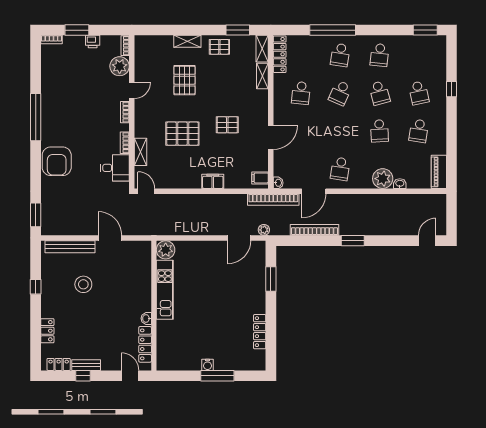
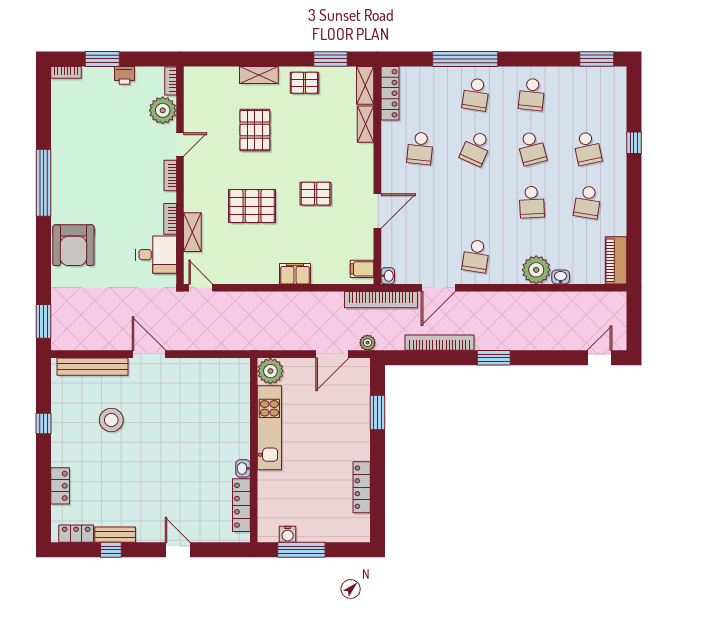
plant: (166, 250) -> (270, 371), moved
kitchen unit: (165, 290) -> (269, 428), moved
wall: (154, 306) -> (254, 450), moved
washbasin: (146, 318) -> (243, 468), moved
locker: (145, 344) -> (241, 505), moved

